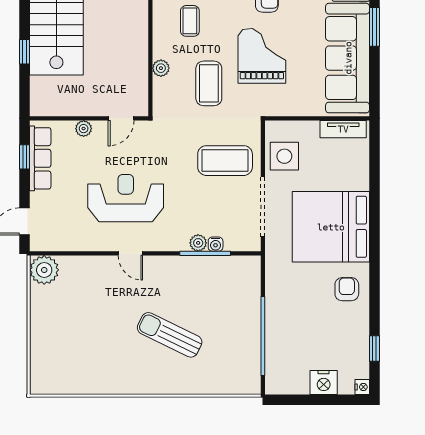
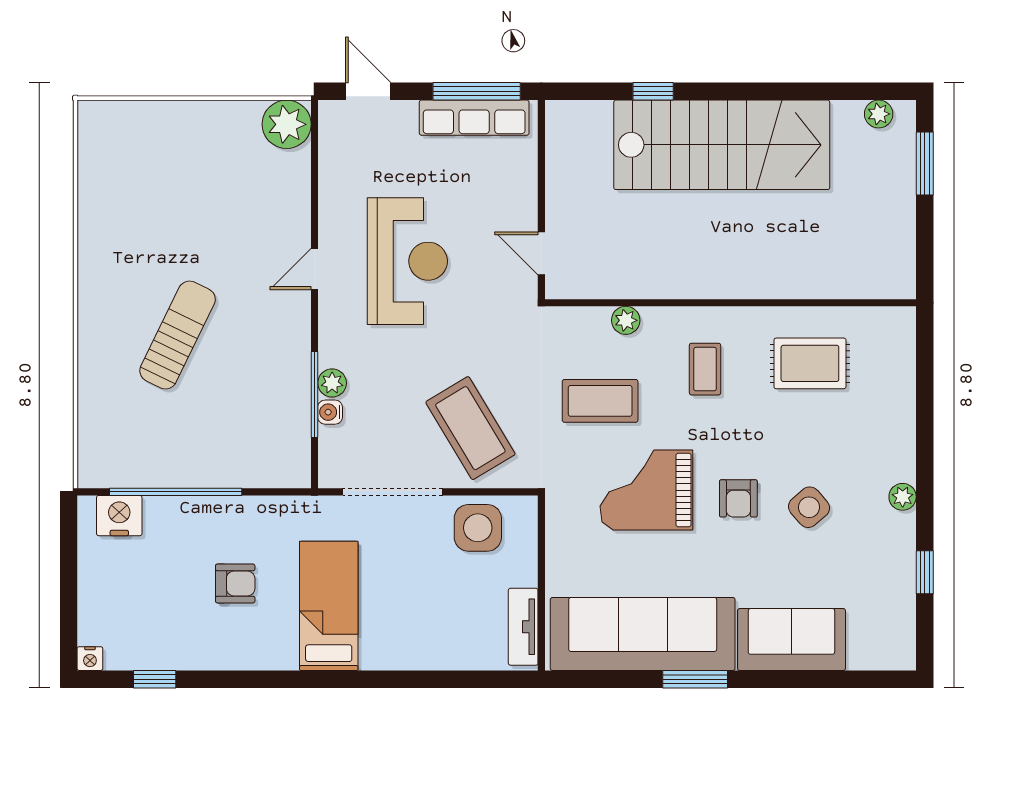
coffee table: (190, 21) -> (705, 369), turned 90
grand piano: (262, 56) -> (646, 490), turned 180
plant: (84, 129) -> (524, 190), removed
window: (25, 157) -> (477, 91), width x2.17
coffee table: (225, 161) -> (470, 428), turned -31
bed: (331, 227) -> (329, 606), width x0.49
armchair: (347, 289) -> (235, 583), moved
nightstand: (324, 383) -> (119, 516), moved, turned 90

